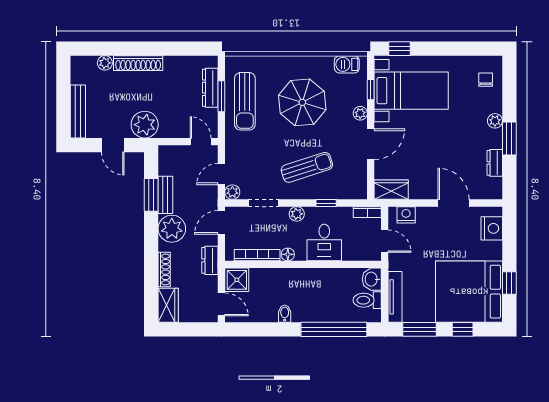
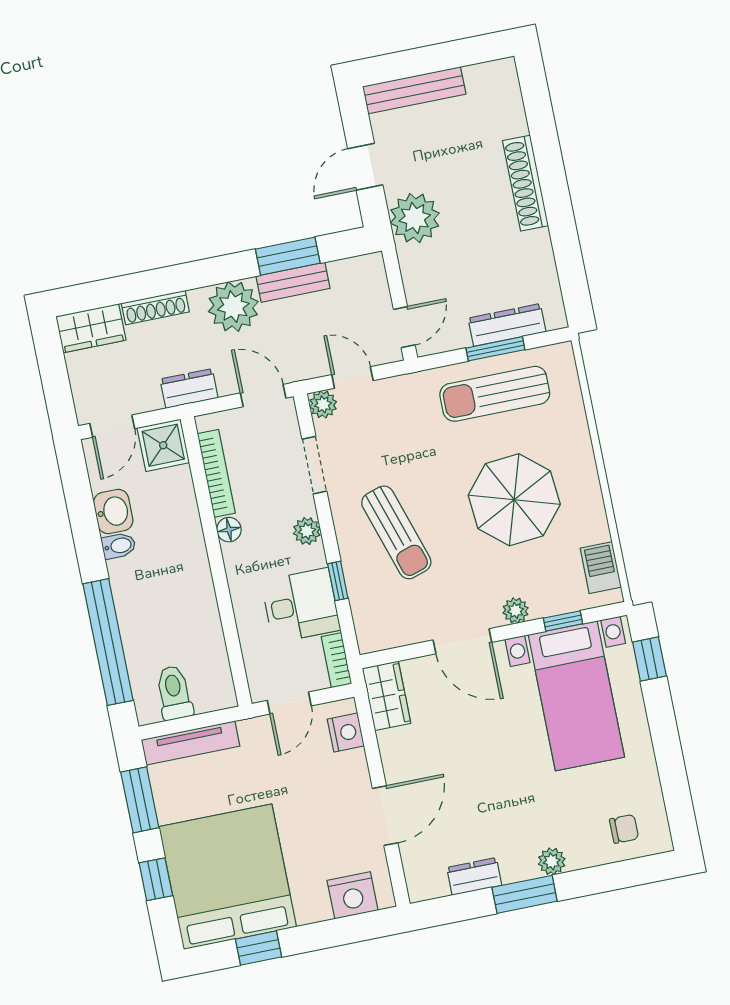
plant: (105, 63) -> (514, 122), removed
desk: (324, 243) -> (301, 605), moved, turned 180
washbasin: (372, 279) -> (113, 512), moved, turned 90

